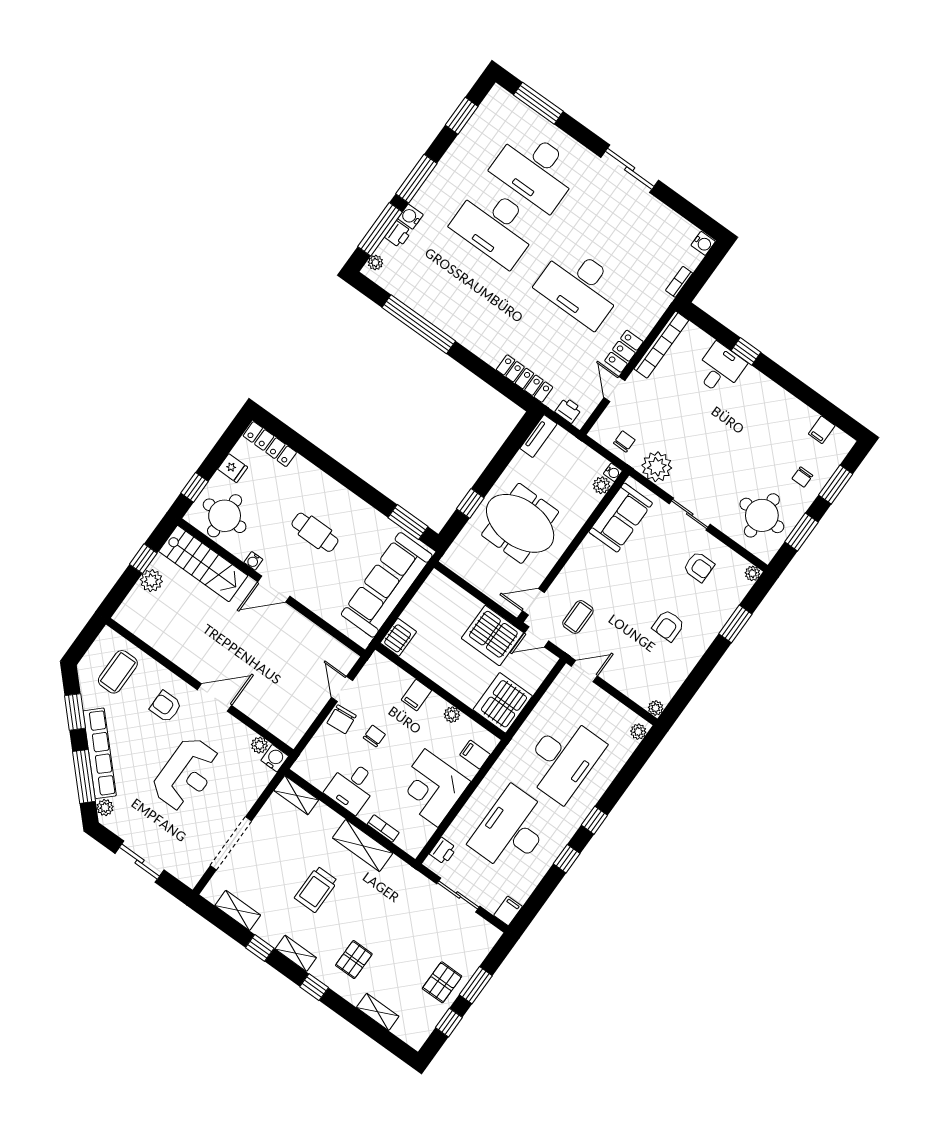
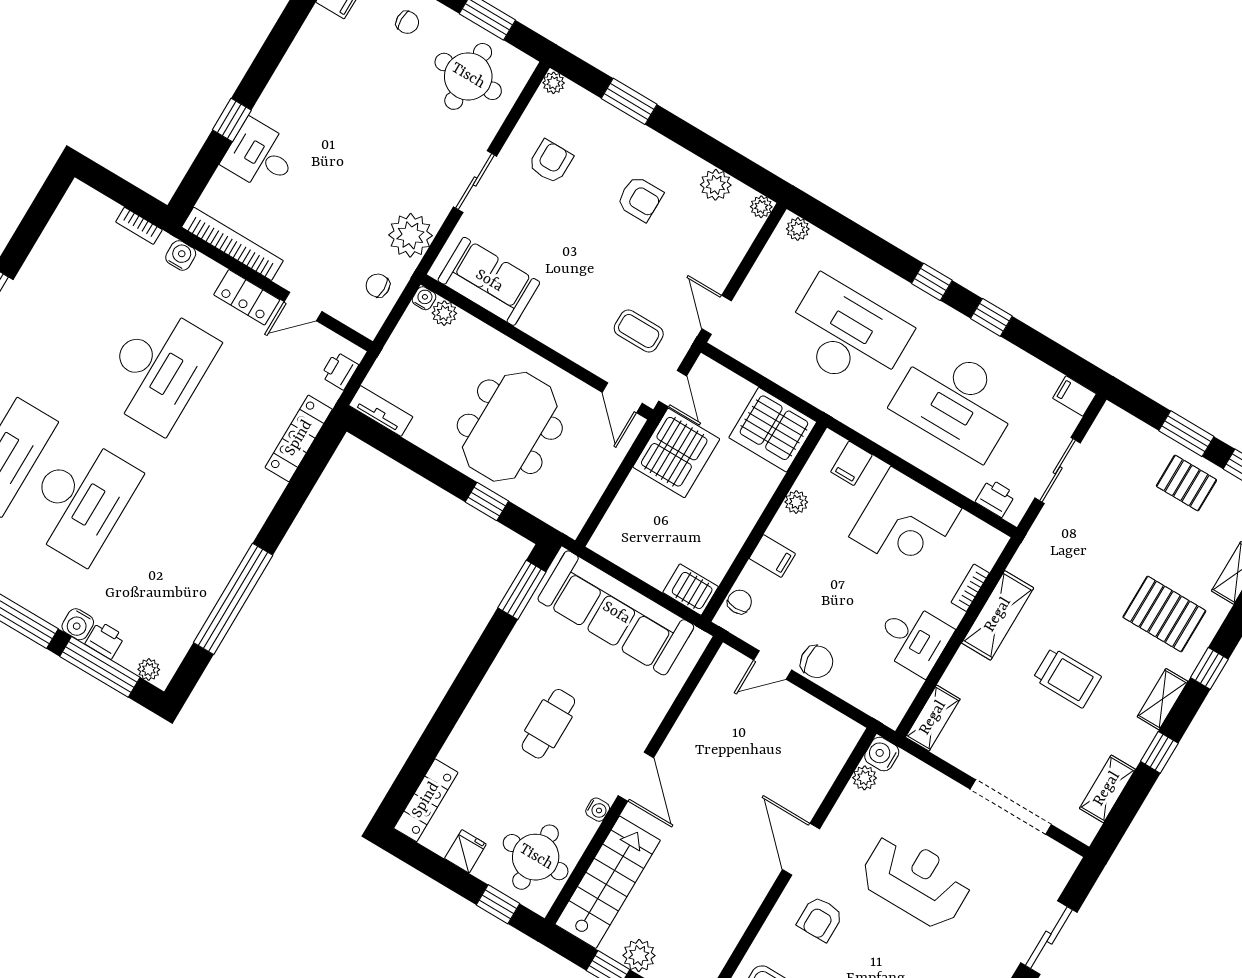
water cooler: (703, 243) -> (181, 255), moved
plant: (673, 678) -> (716, 185), added
chair: (374, 736) -> (740, 602), moved, turned 90
pallet: (354, 960) -> (1164, 614), width x1.50, depth x1.42

